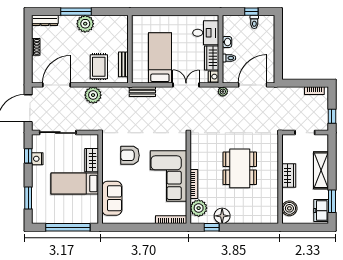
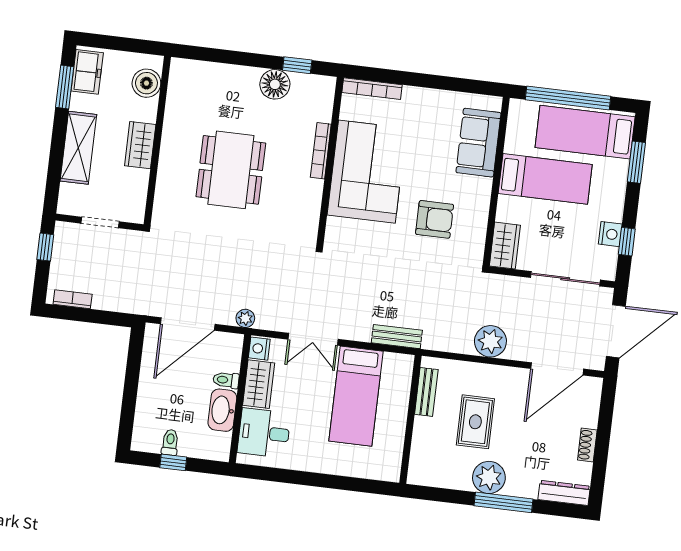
washbasin: (227, 42) -> (222, 410), width x1.91, depth x1.45
rug: (99, 67) -> (475, 422), moved
wardrobe: (92, 160) -> (505, 246), moved
plant: (199, 208) -> (317, 104), removed
bed: (57, 210) -> (585, 132), added

